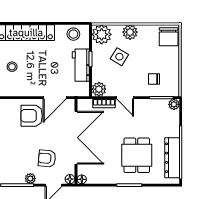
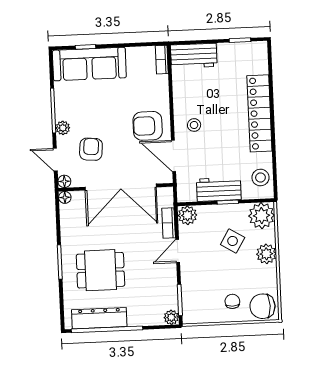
stool: (12, 67) -> (194, 125), moved
chair: (154, 79) -> (232, 301), moved
armchair: (32, 116) -> (148, 126), turned -90

